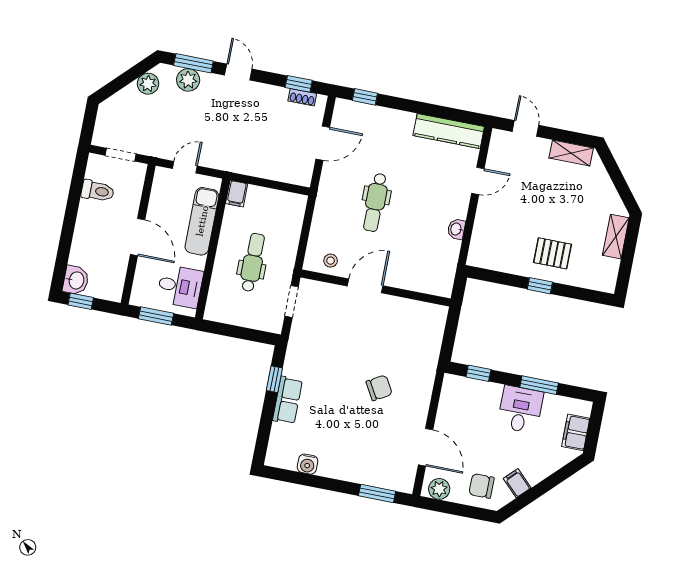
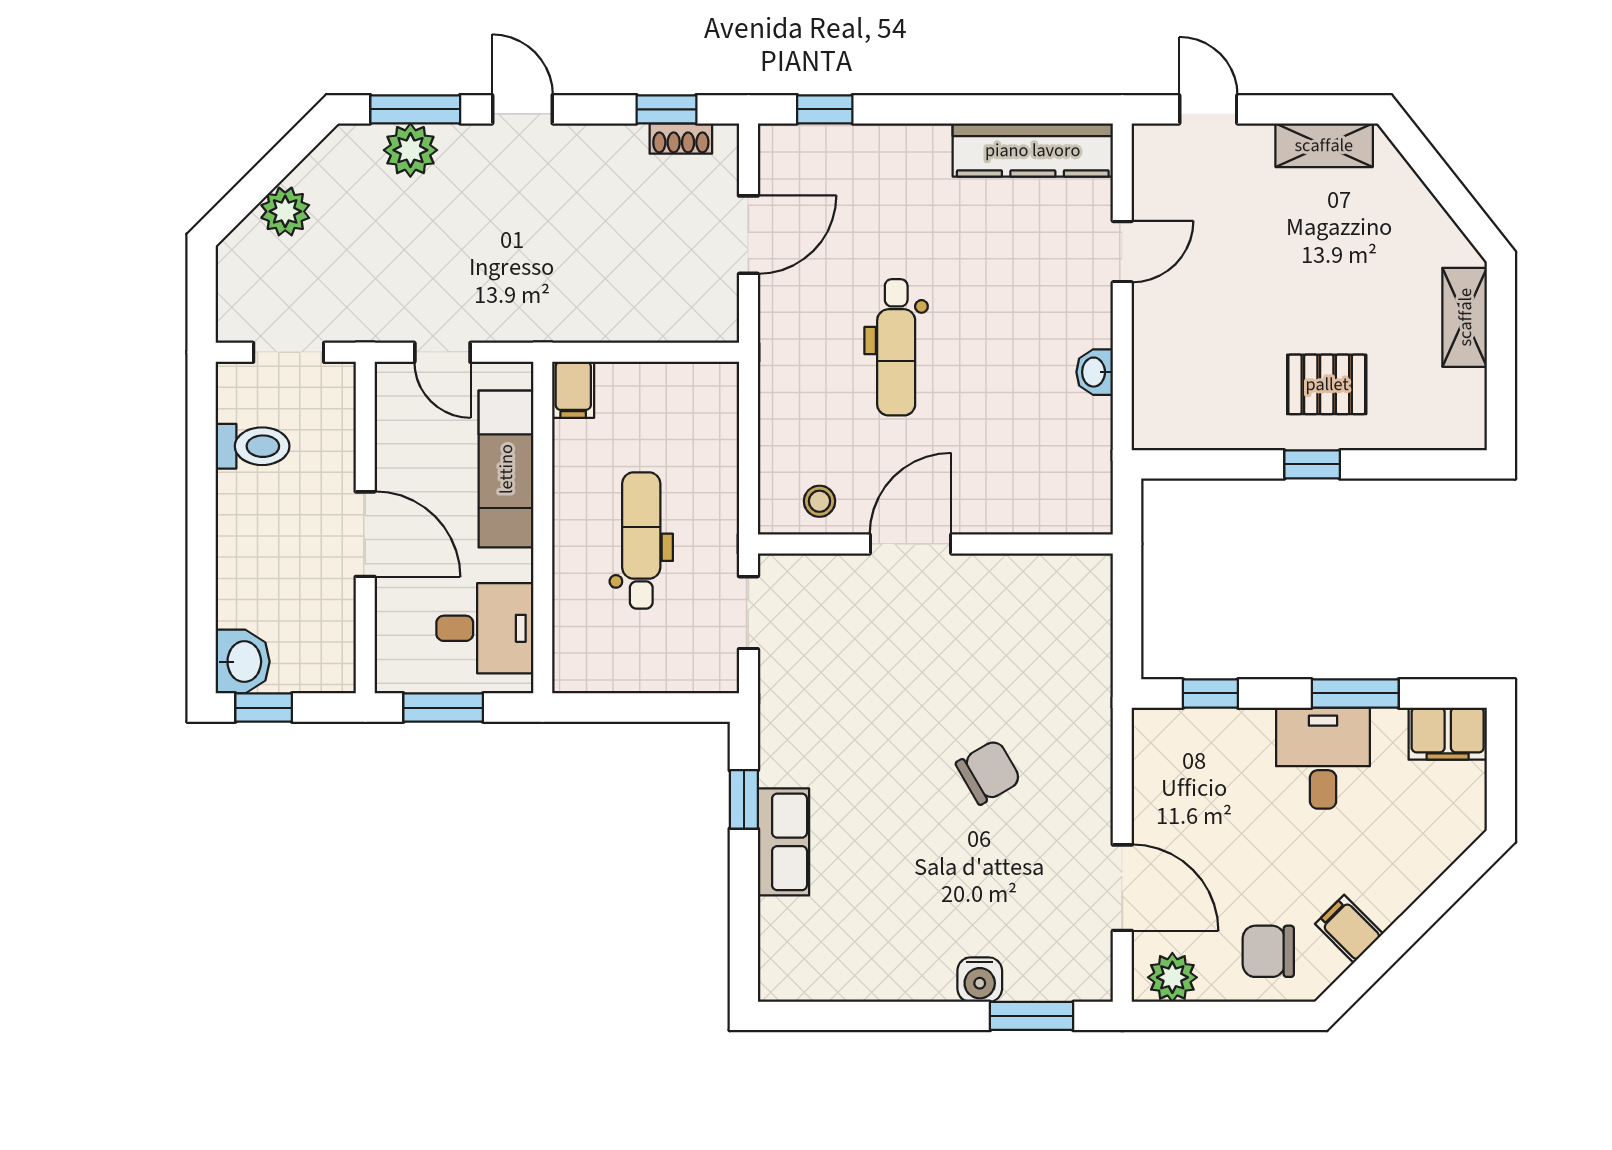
plant: (148, 84) -> (285, 211), moved
door: (185, 167) -> (442, 352), swing flipped
filing cabinet: (576, 432) -> (1448, 734), moved, turned -90
water cooler: (307, 464) -> (980, 980), moved

